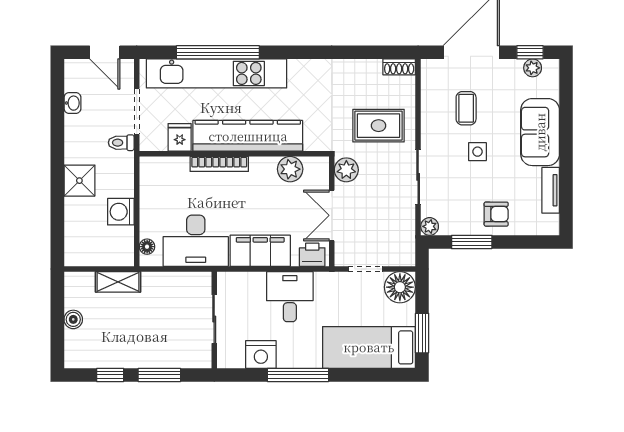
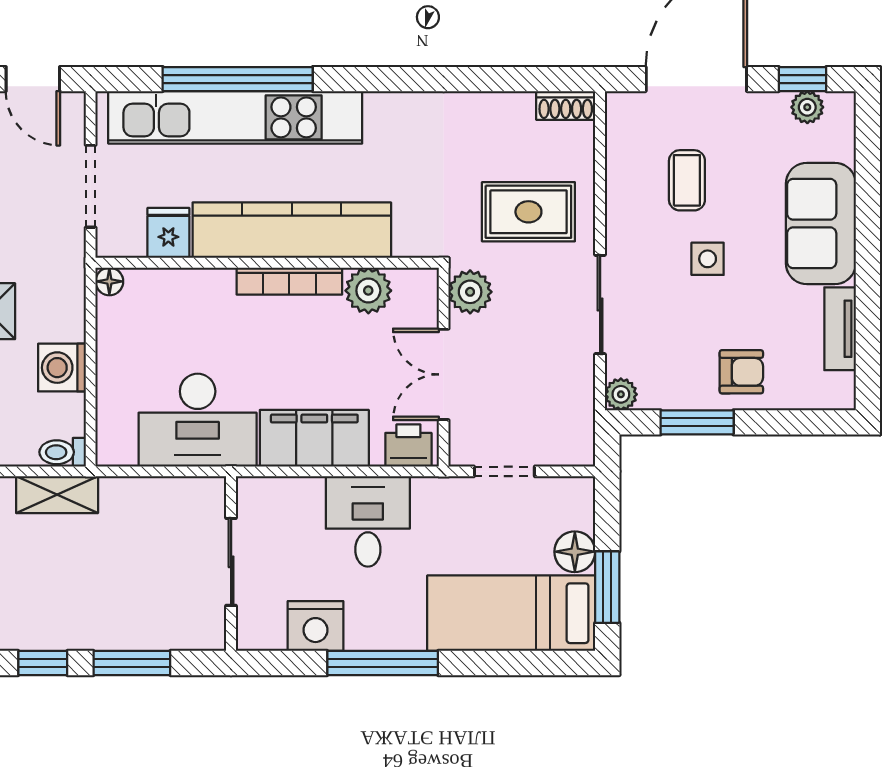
toilet: (121, 143) -> (63, 452), moved
bookcase: (219, 164) -> (289, 281), moved
floor lamp: (147, 247) -> (109, 281), moved
floor lamp: (400, 287) -> (575, 552), moved, width x0.73, depth x0.73

